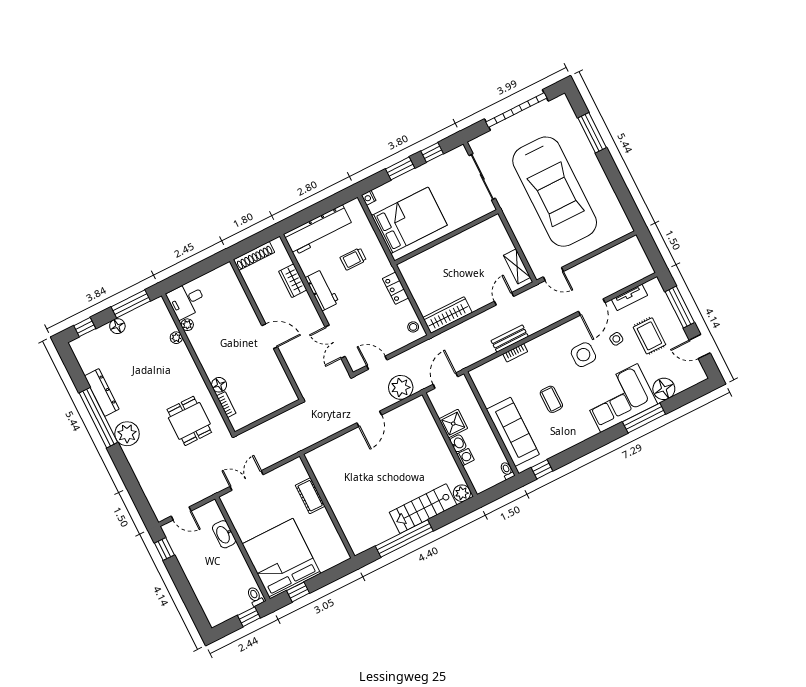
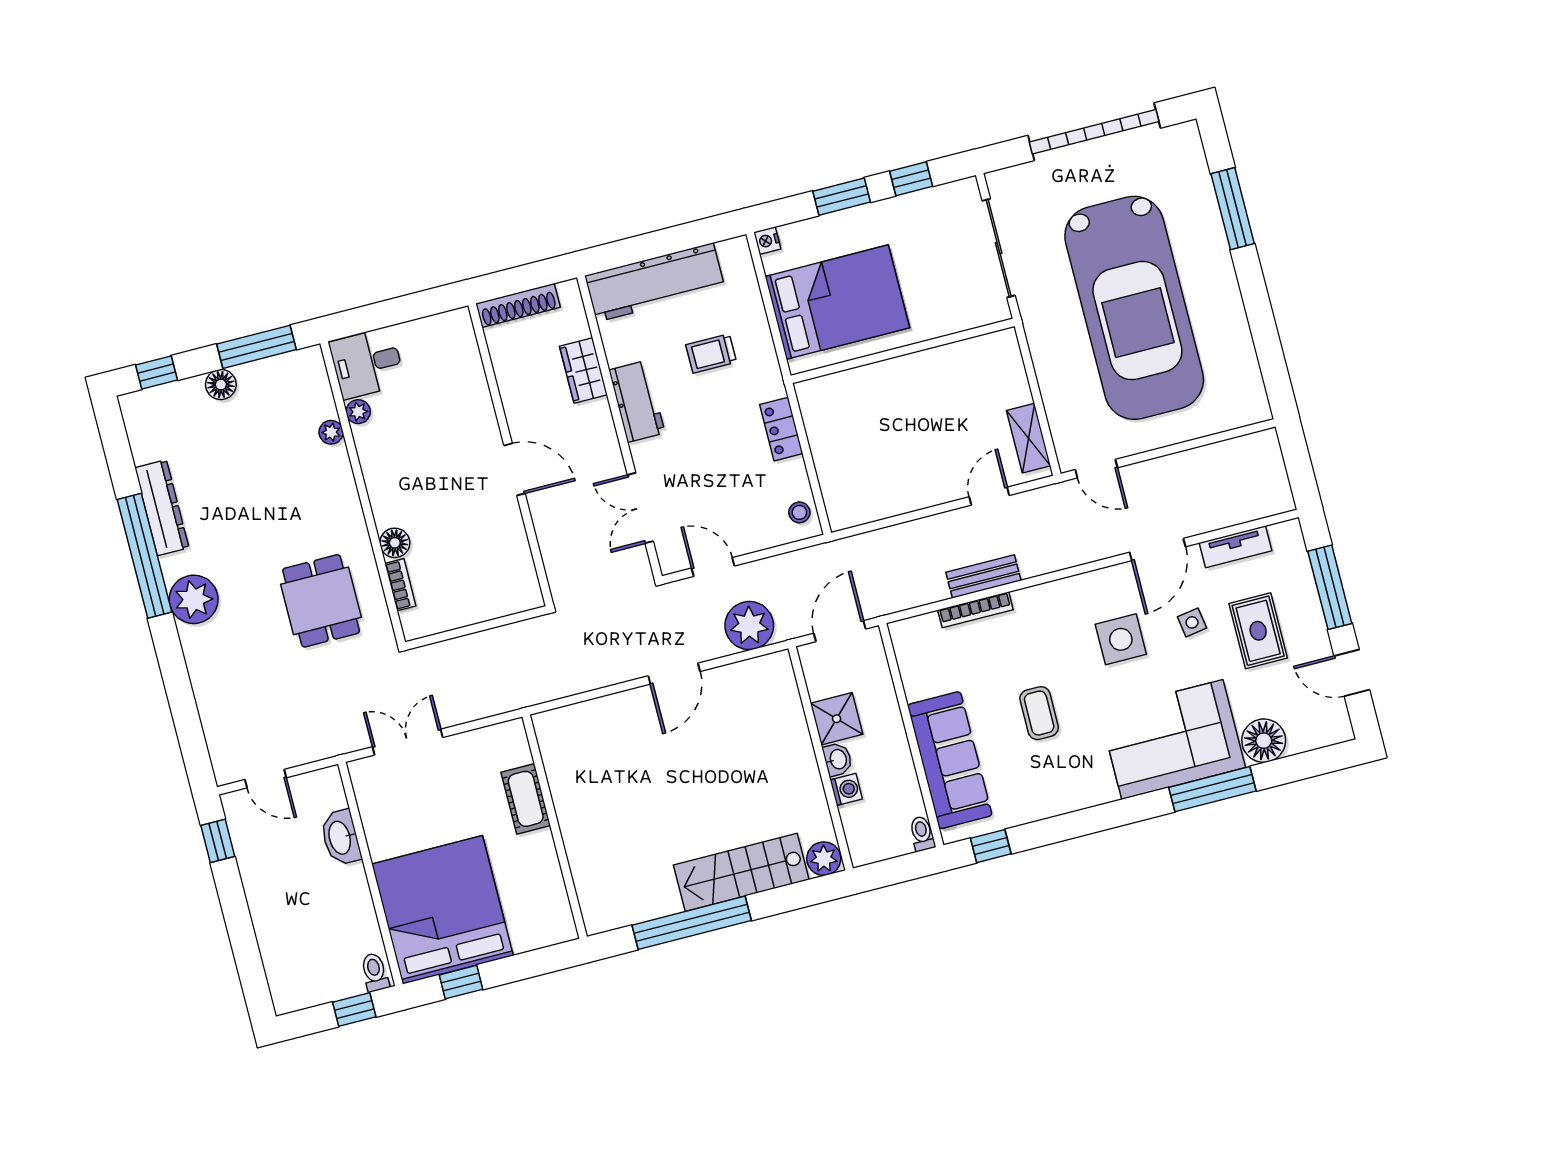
wardrobe: (447, 315) -> (872, 504), removed
bookcase: (515, 353) -> (975, 610), width x1.56

